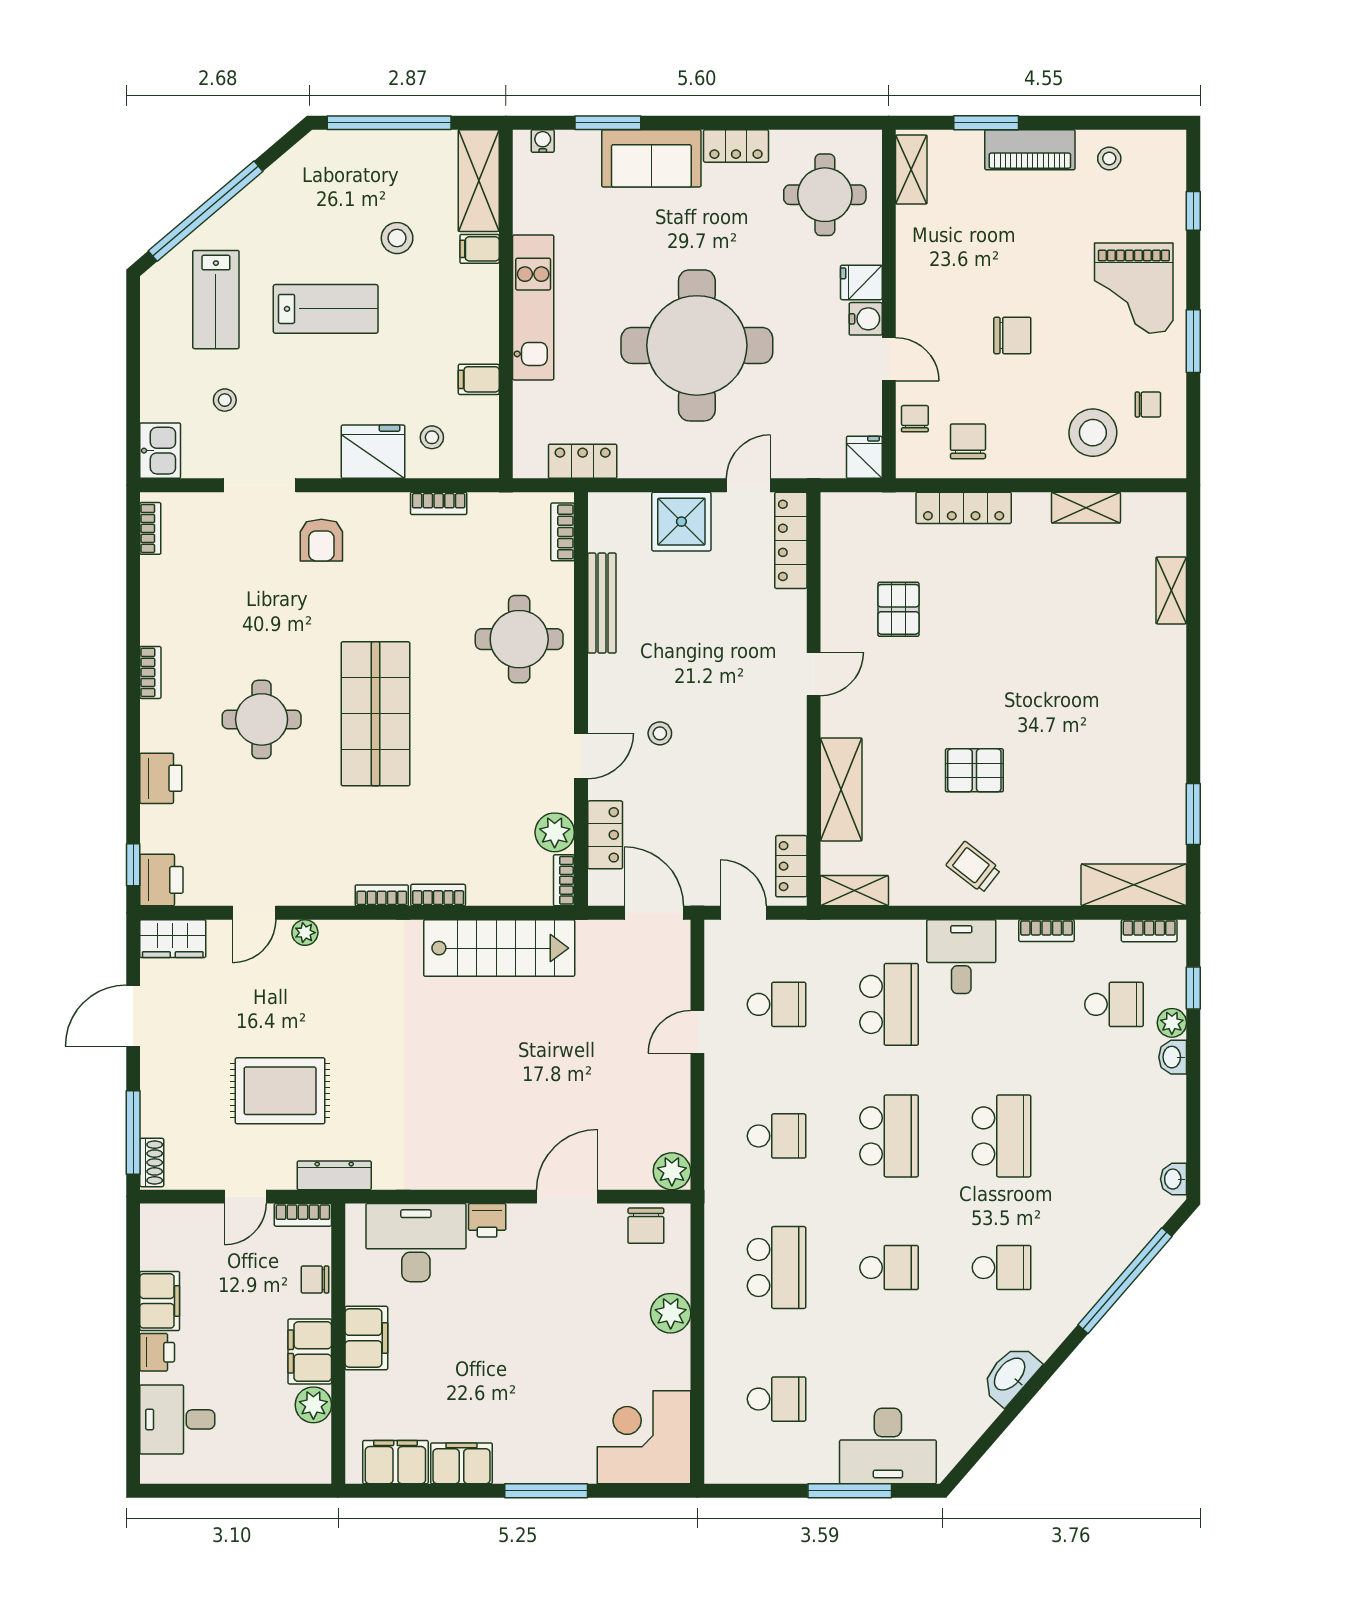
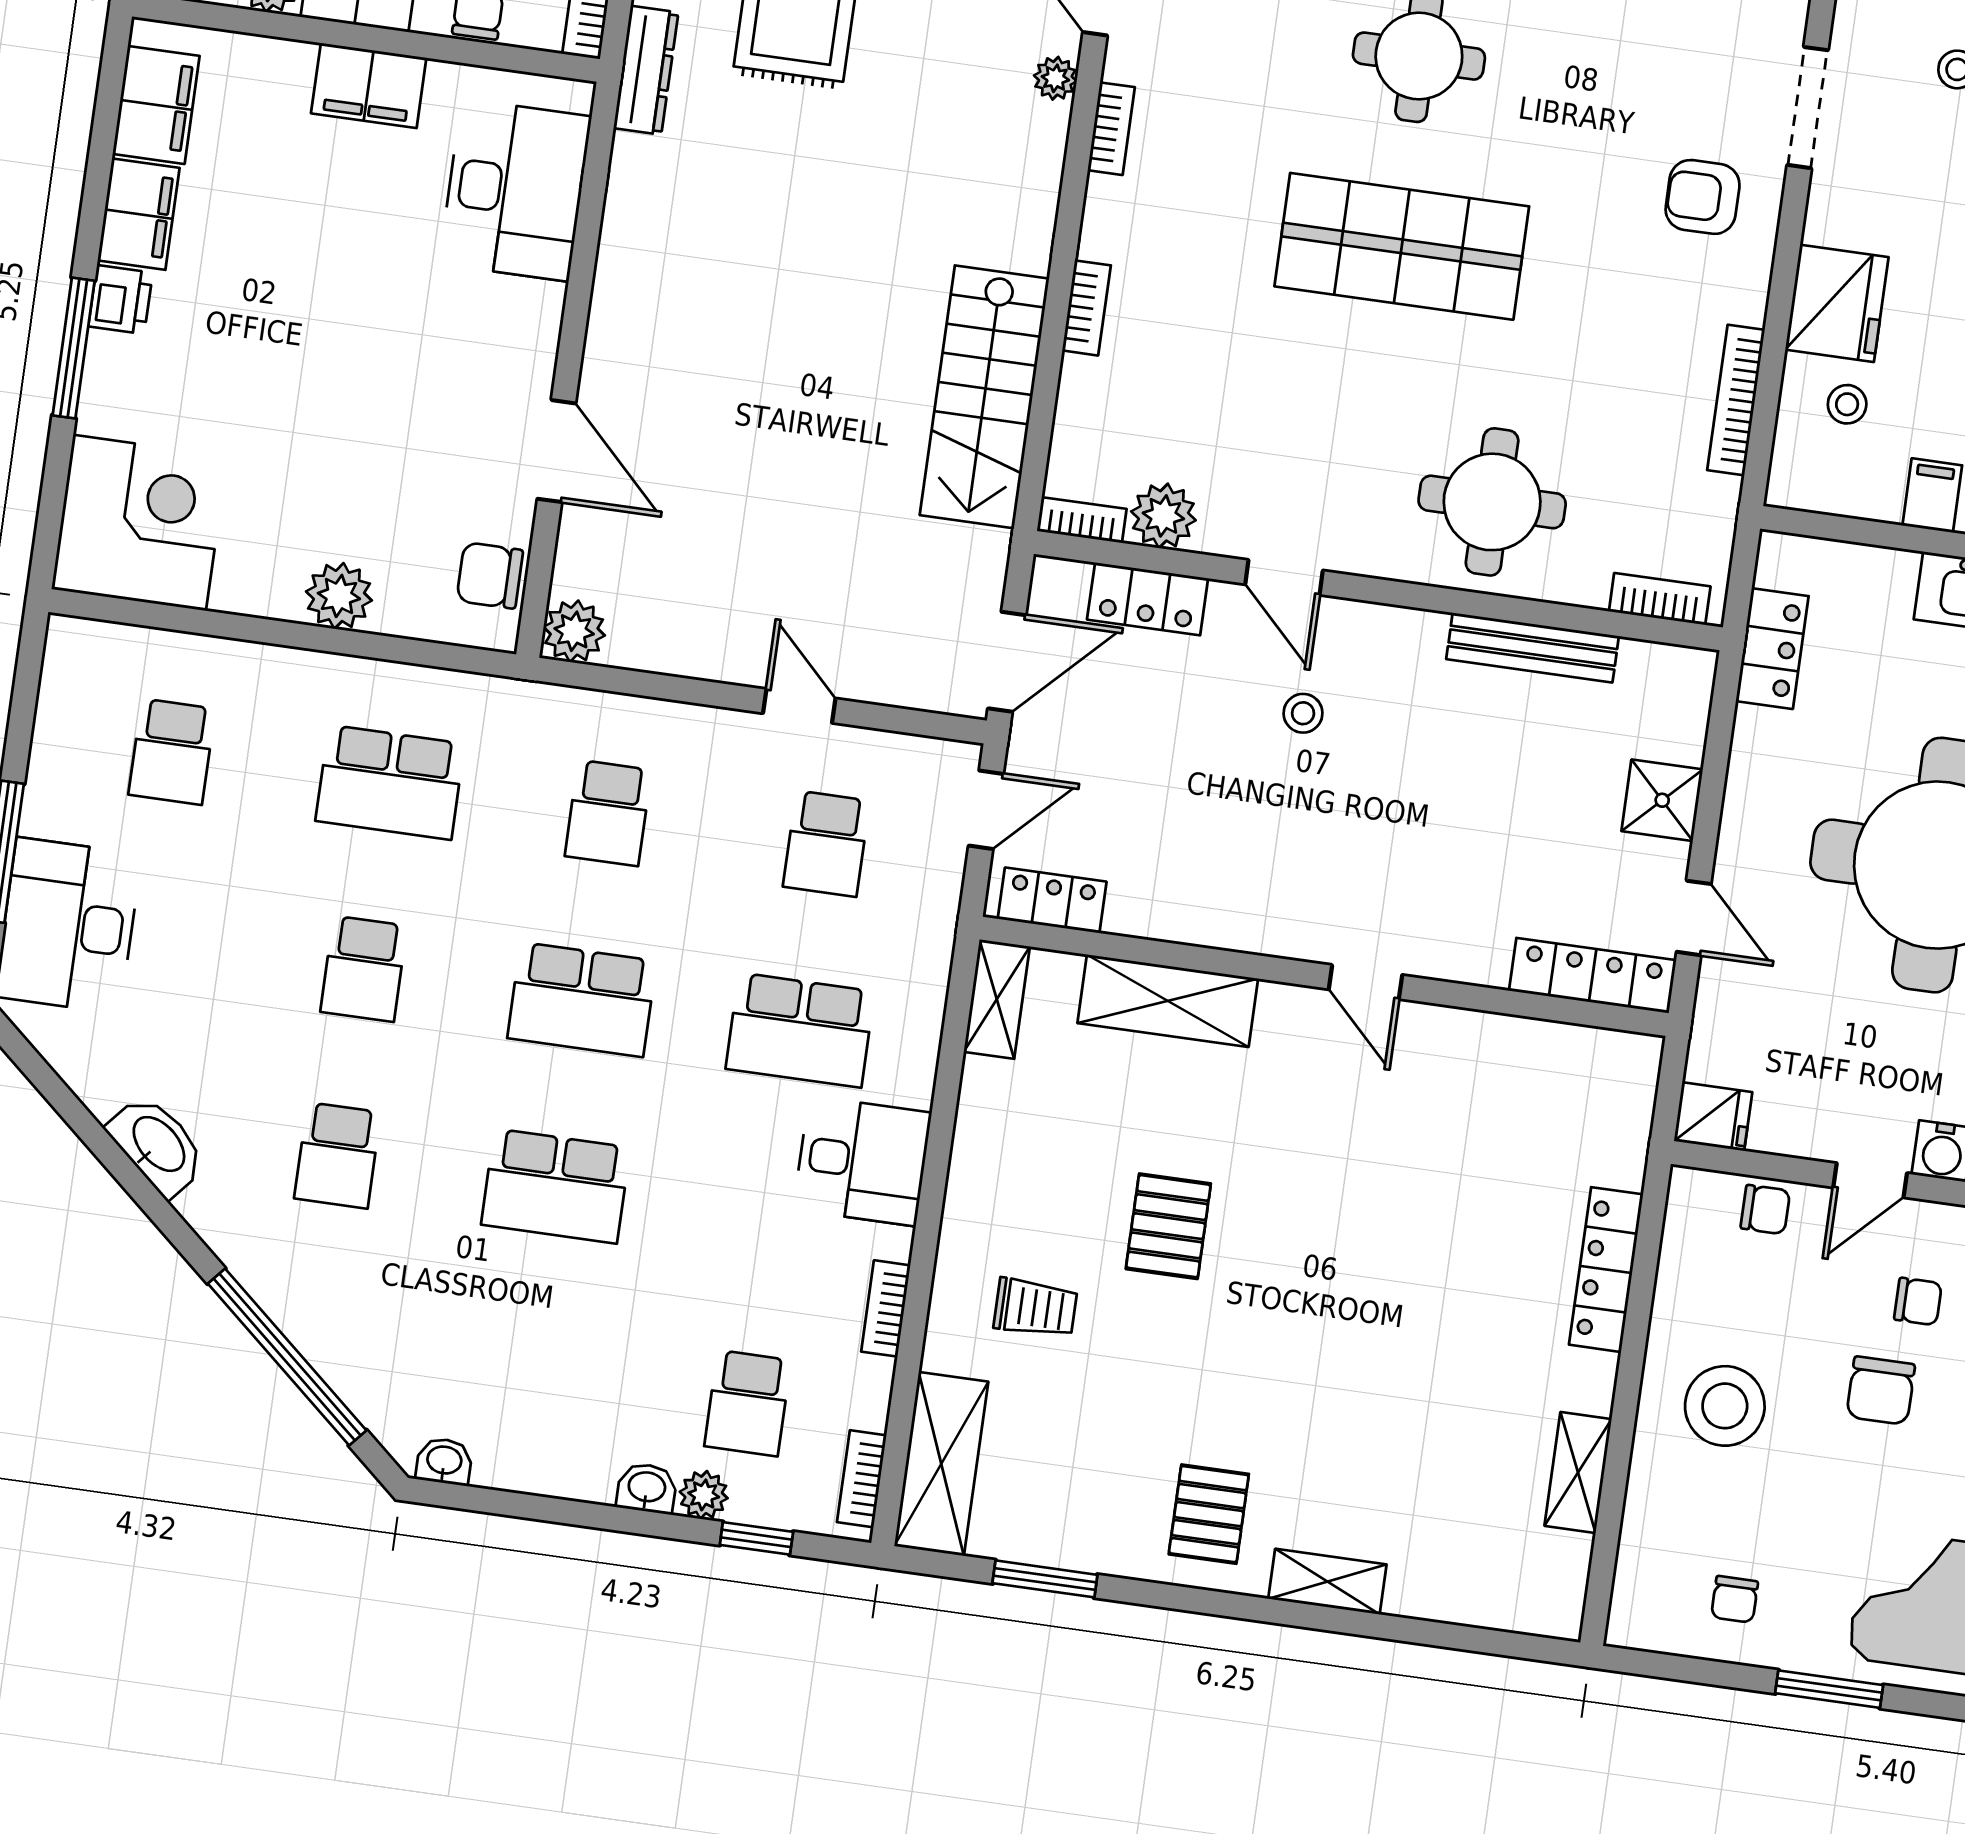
stool: (1093, 433) -> (1725, 1406), moved
chair: (968, 441) -> (1918, 1301), moved, width x0.73, depth x0.73
bookcase: (439, 503) -> (1736, 400), width x1.56
shower: (681, 522) -> (1662, 800), width x0.73, depth x0.73
shelving: (1171, 590) -> (1327, 1582), moved
pallet: (898, 609) -> (1209, 1514), moved, turned 90
trolley: (973, 867) -> (1035, 1308), moved, turned 52
bookcase: (382, 895) -> (1111, 129), moved
printer: (487, 1220) -> (120, 300), moved, turned 180

